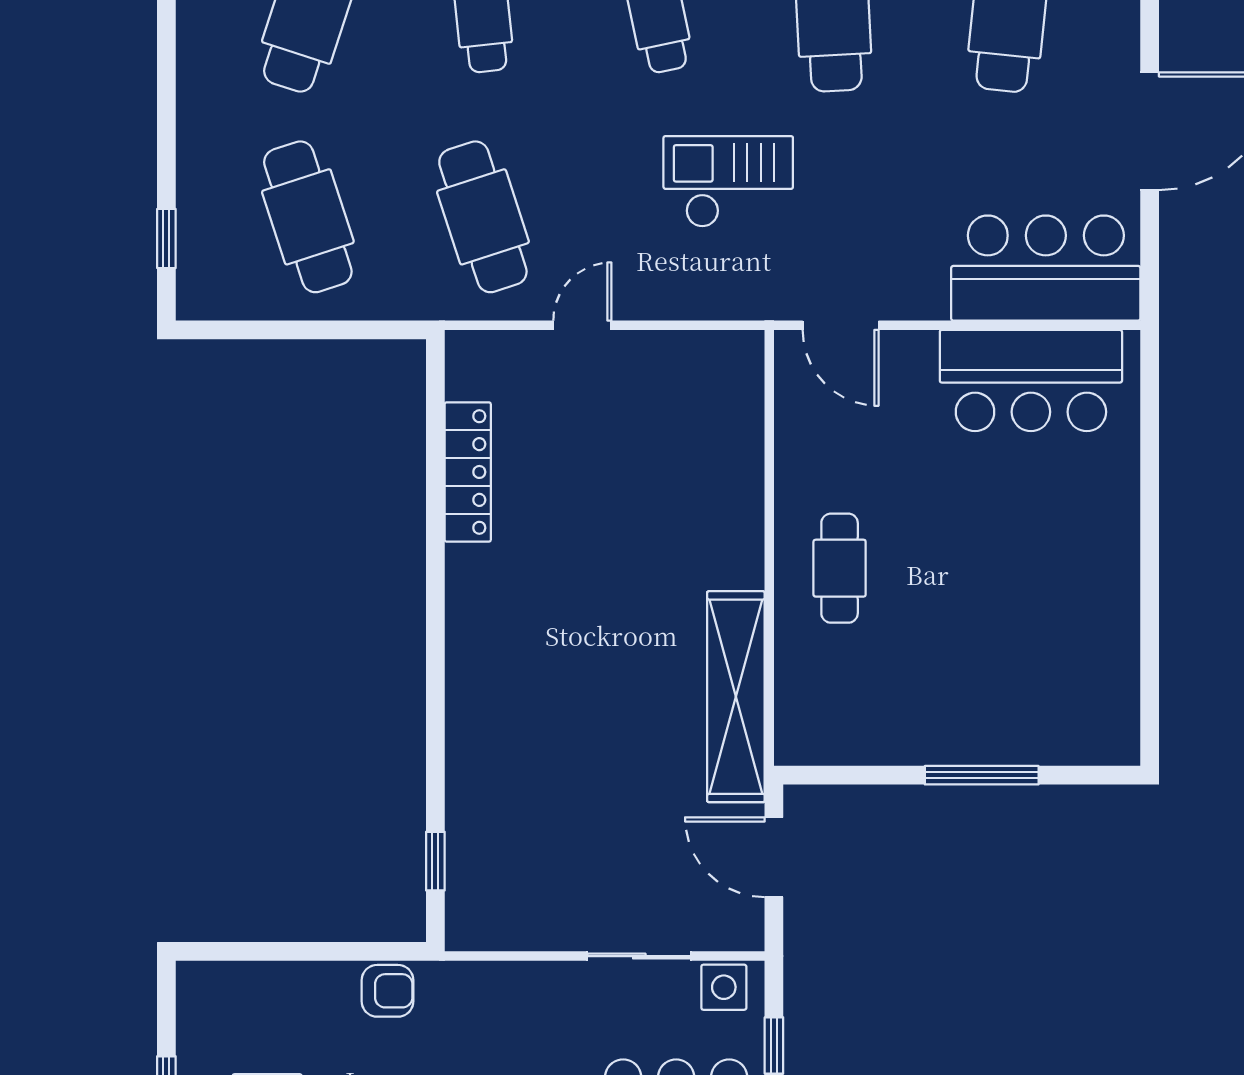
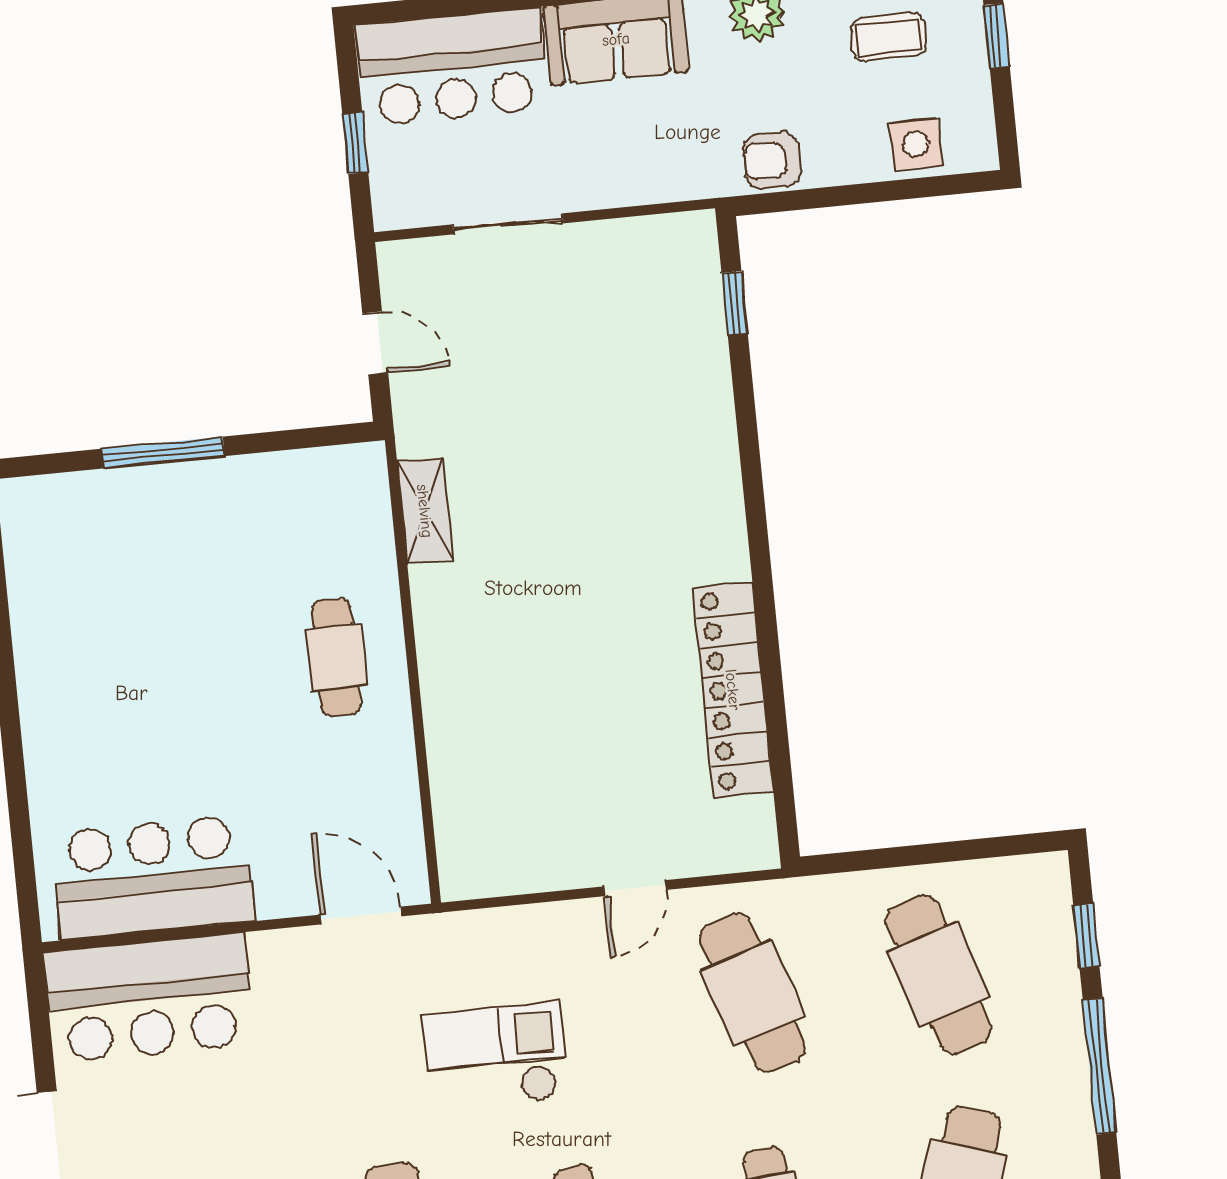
window: (166, 116) -> (1099, 1066), added
checkout: (728, 182) -> (495, 1056), turned 180
locker: (468, 472) -> (733, 690), width x1.41, depth x1.21
shelving: (736, 697) -> (425, 511), width x0.45, depth x0.75
door: (774, 857) -> (375, 343), width x0.73
side table: (724, 987) -> (916, 144), moved

